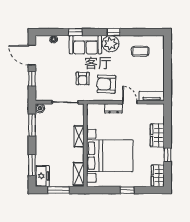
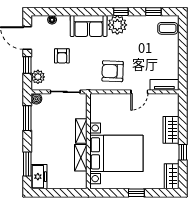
window: (75, 32) -> (153, 12), moved
coffee table: (140, 51) -> (168, 28), moved
armchair: (83, 78) -> (62, 56), moved
plant: (41, 89) -> (38, 77), added
door: (130, 102) -> (139, 92), swing flipped
dresser: (114, 108) -> (121, 99), removed
shelving: (79, 174) -> (81, 158), moved
window: (59, 190) -> (58, 193), removed

